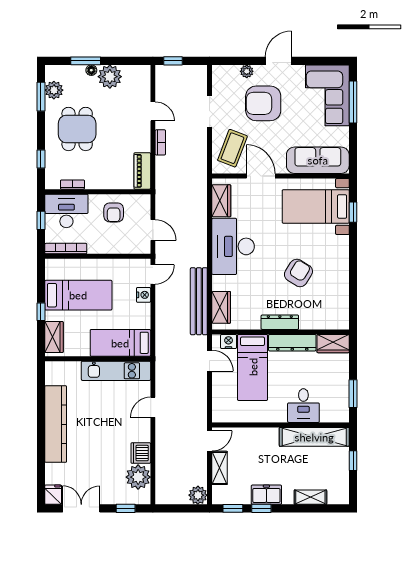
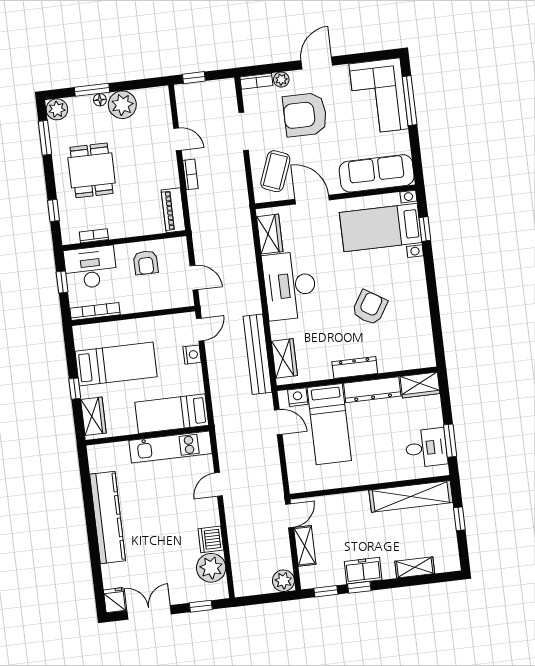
bookcase: (225, 70) -> (256, 81), added
plant: (54, 90) -> (57, 109), moved
desk: (303, 406) -> (426, 448), moved, turned -90

